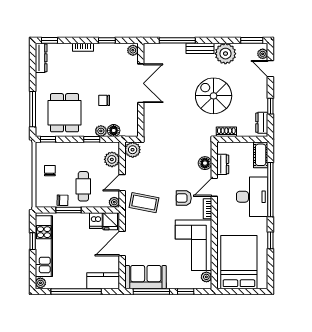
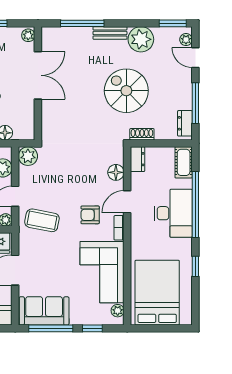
window: (270, 106) -> (195, 103), width x2.17
dresser: (223, 164) -> (137, 159), moved

